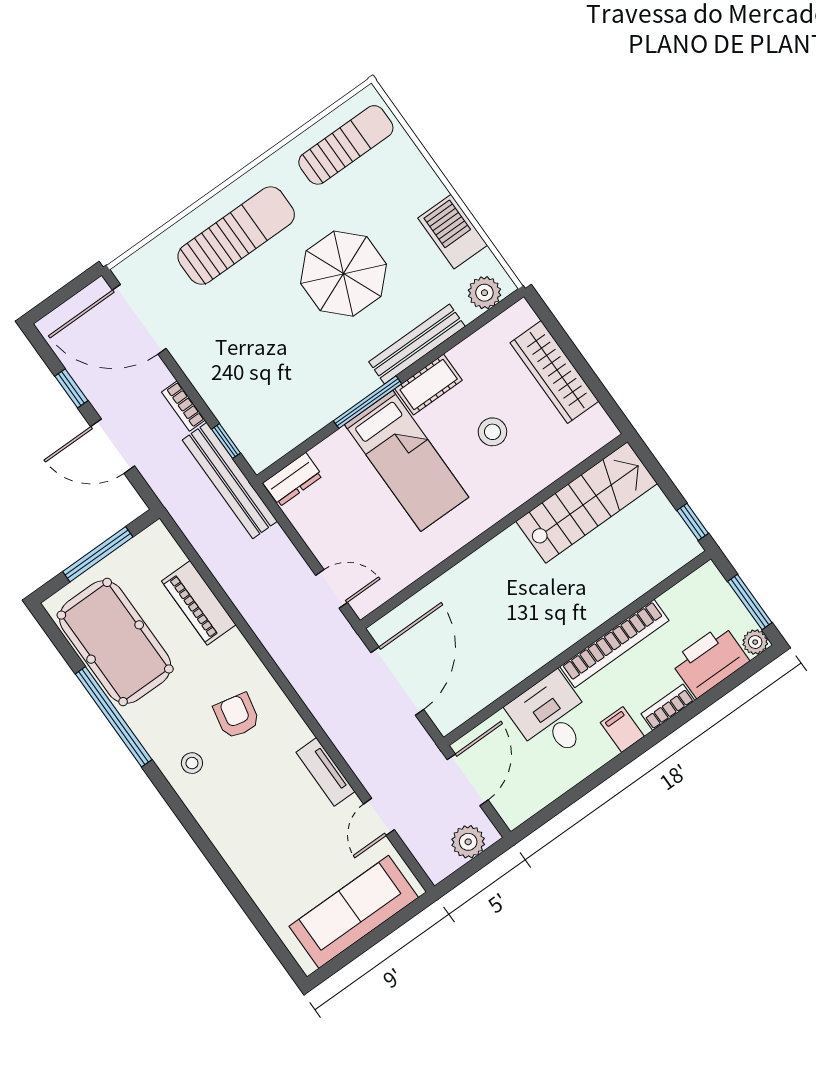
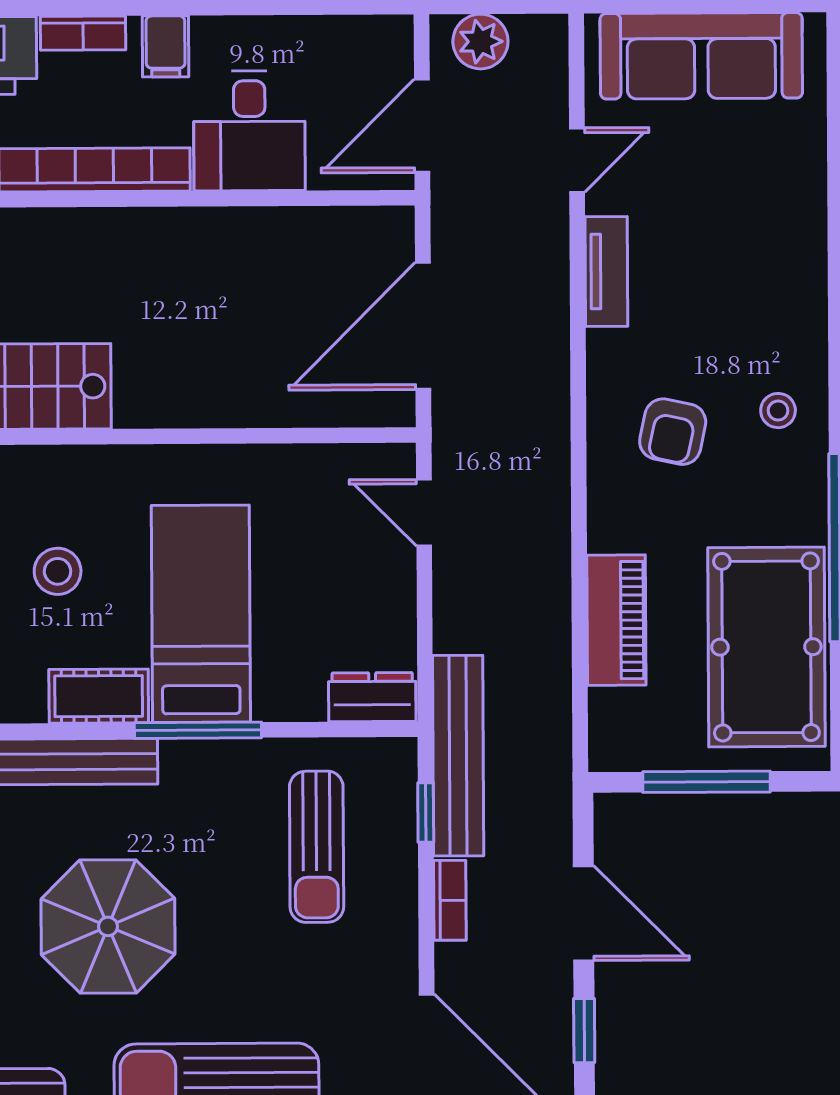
sun lounger: (268, 386) -> (317, 847), added

